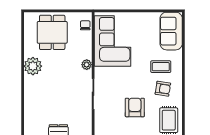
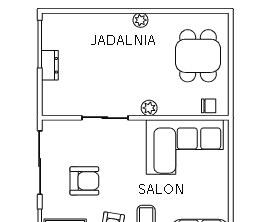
dining table: (52, 32) -> (198, 56), turned 90
plant: (33, 66) -> (140, 20), width x0.53, depth x0.53

